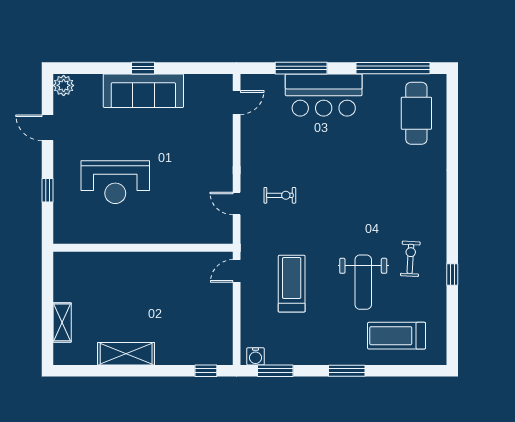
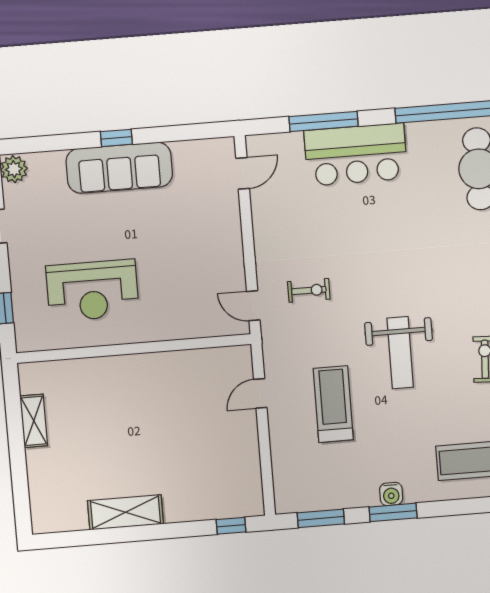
wall: (143, 248) -> (134, 349), moved
weight bench: (363, 282) -> (400, 353), moved
shelving: (62, 322) -> (34, 421), moved
water cooler: (256, 356) -> (391, 494), moved
window: (347, 371) -> (393, 512), moved

